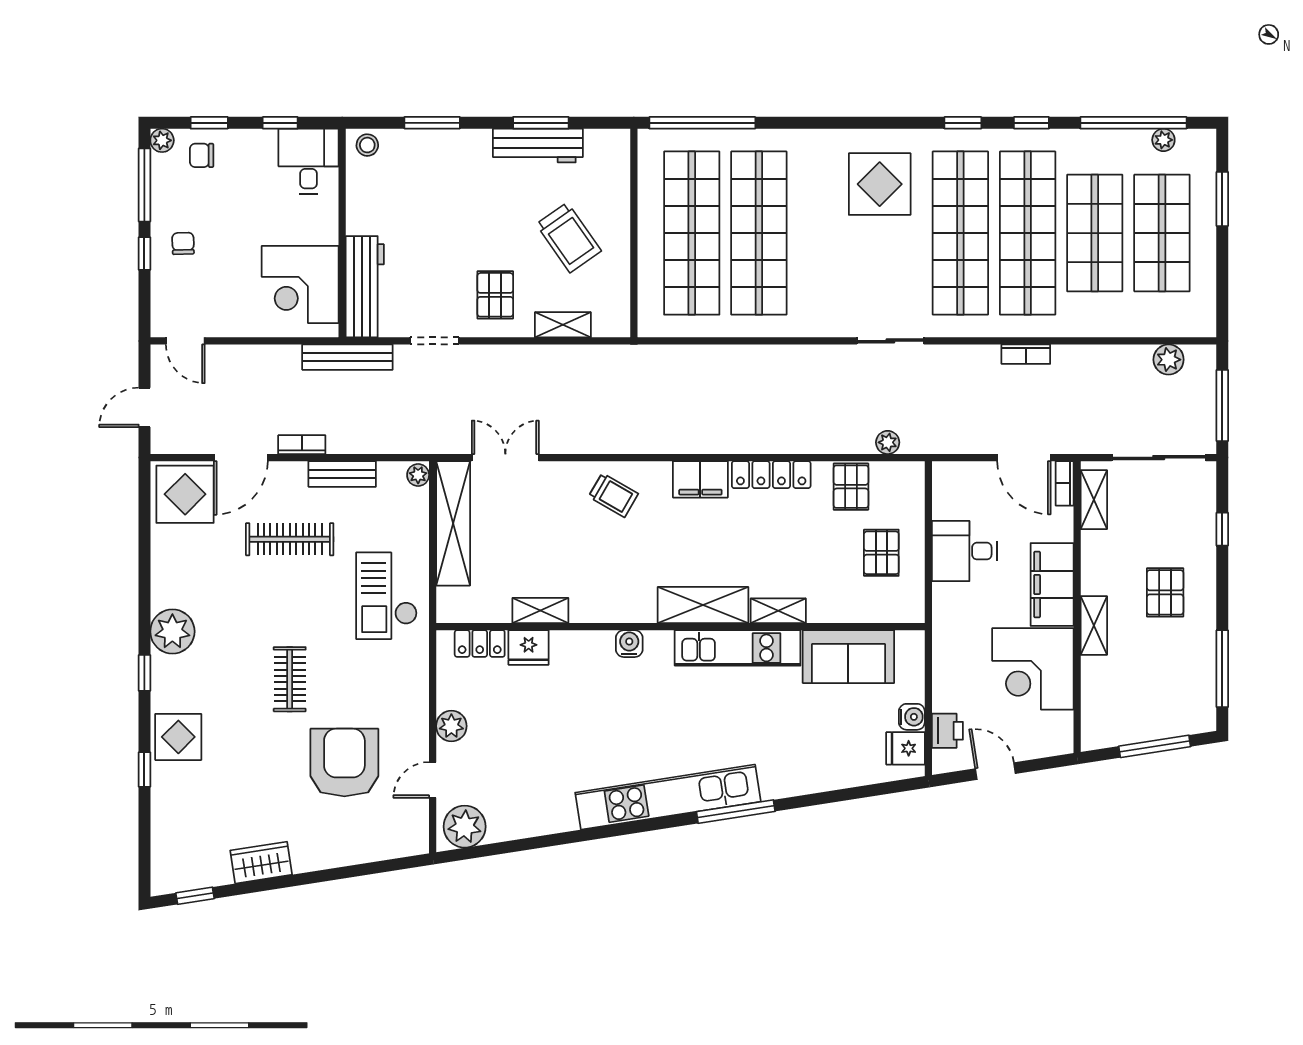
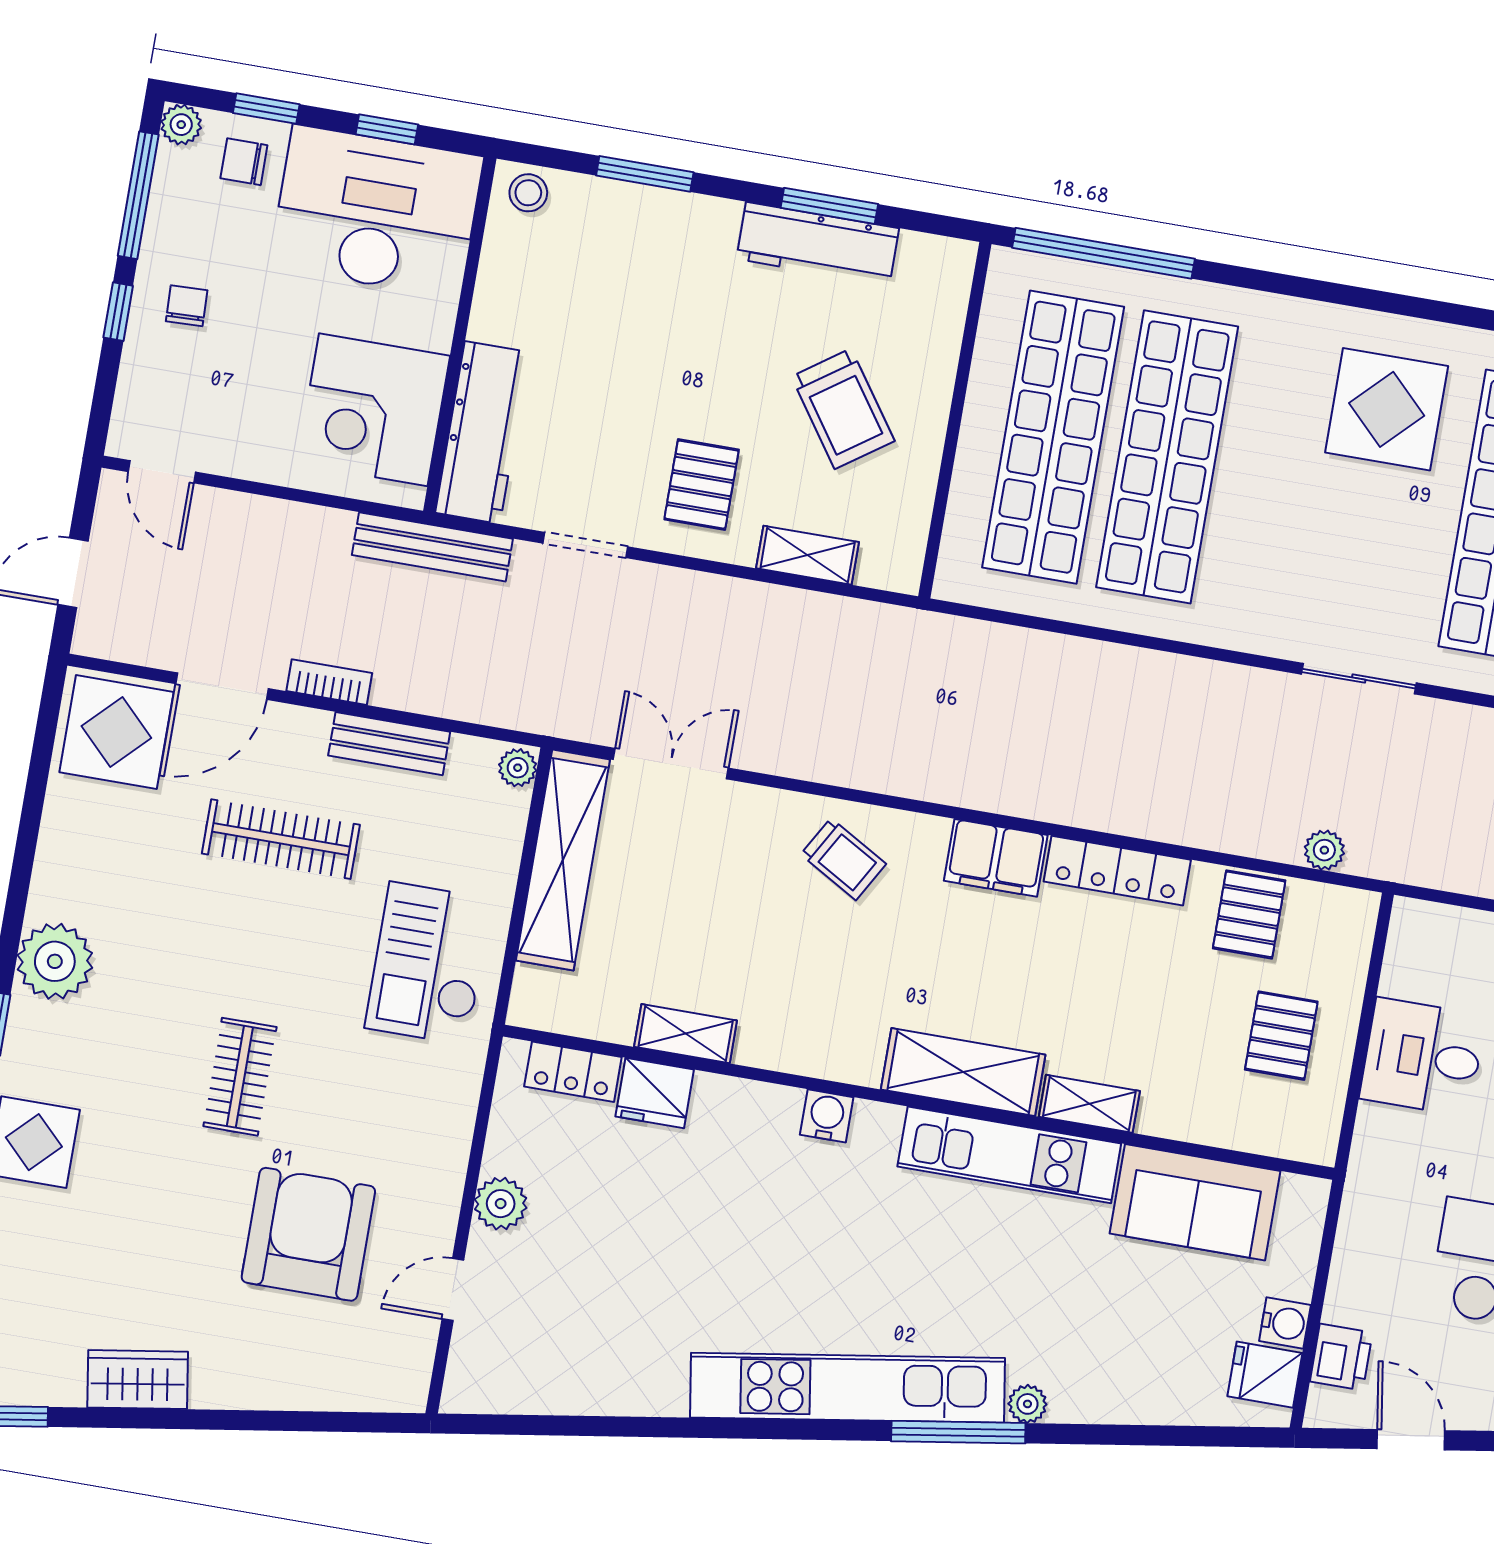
desk: (309, 161) -> (376, 212), width x1.87, depth x1.30
plant: (465, 827) -> (1027, 1404), moved, width x0.53, depth x0.53

